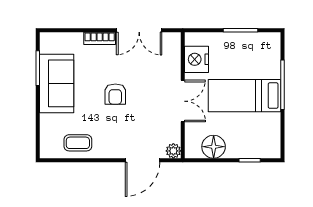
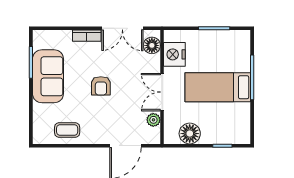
floor lamp: (172, 49) -> (152, 45), added
double door: (183, 101) -> (162, 92), swing flipped
plant: (173, 151) -> (153, 120), moved

